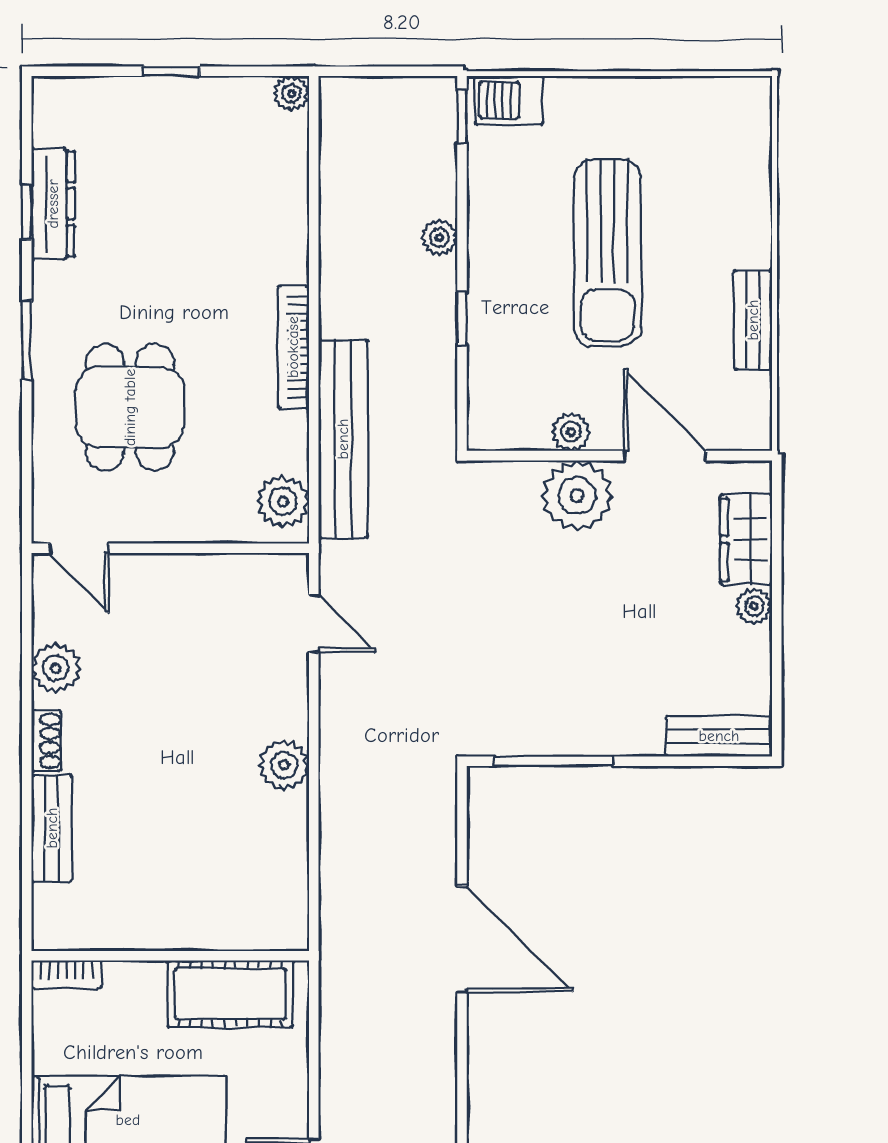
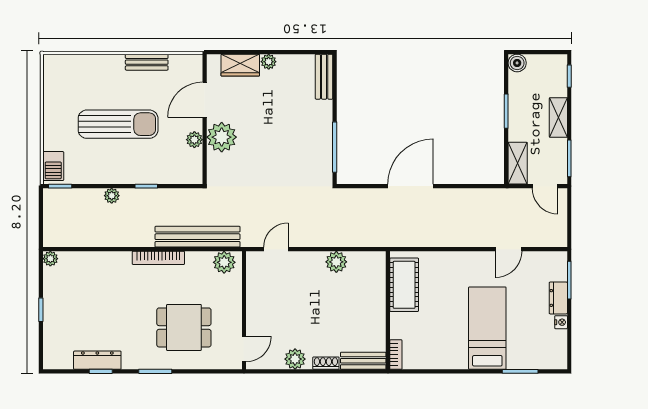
wall: (170, 956) -> (388, 310), moved
bookcase: (66, 974) -> (396, 355), moved
cot: (230, 994) -> (404, 285), moved

